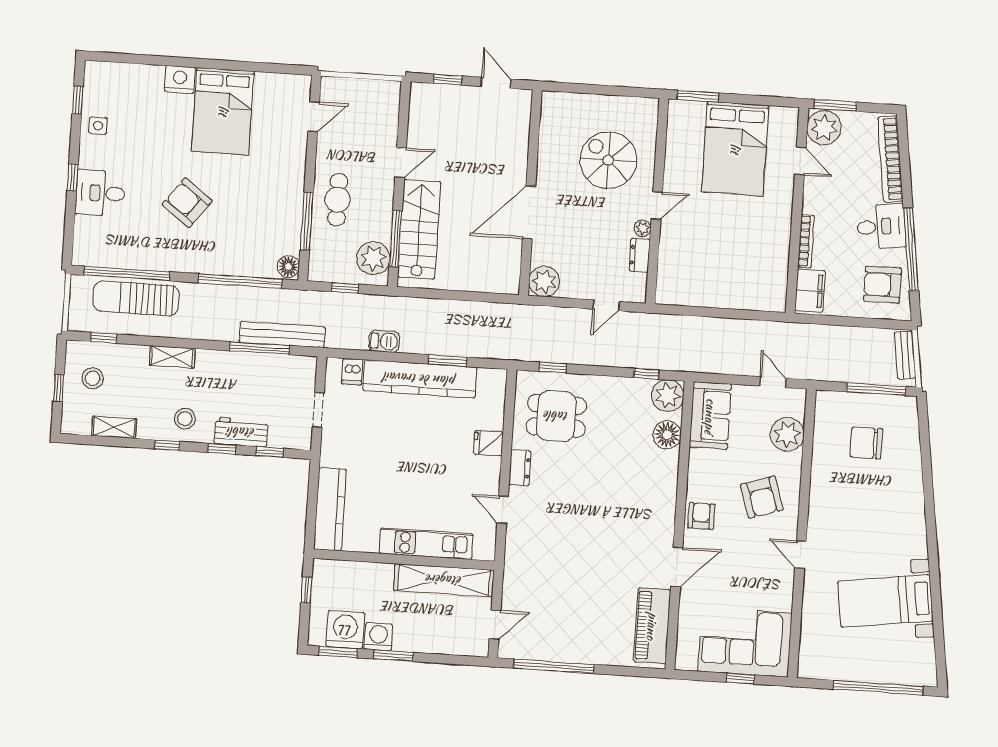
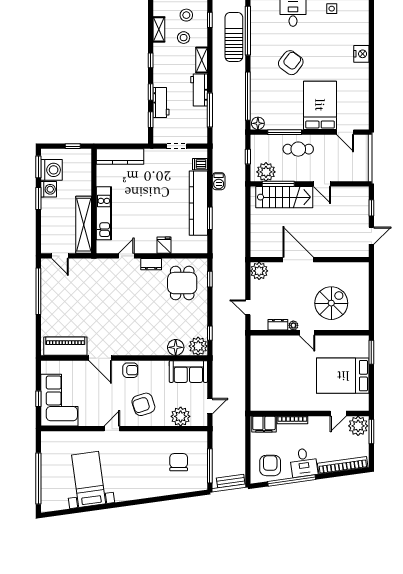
bed: (223, 111) -> (320, 105), moved, turned 90
bench: (282, 335) -> (219, 122), removed
workbench: (224, 365) -> (199, 90), added
stool: (185, 419) -> (184, 38), moved

